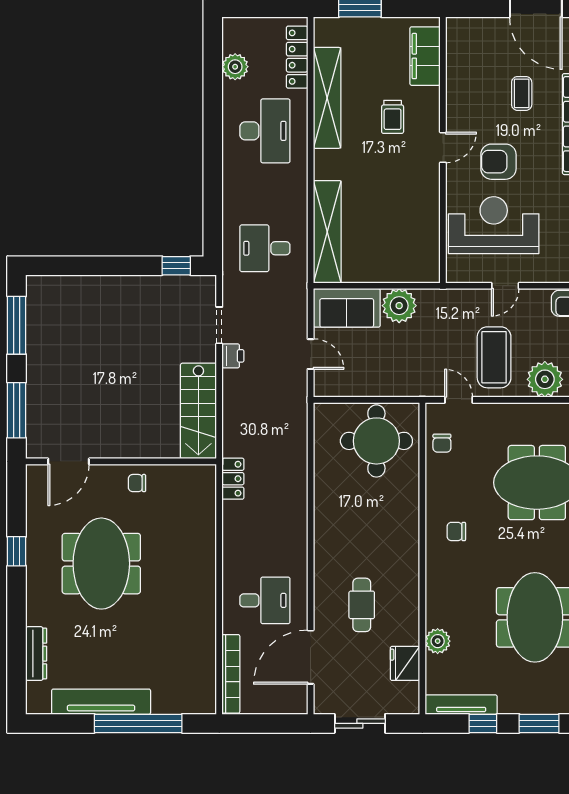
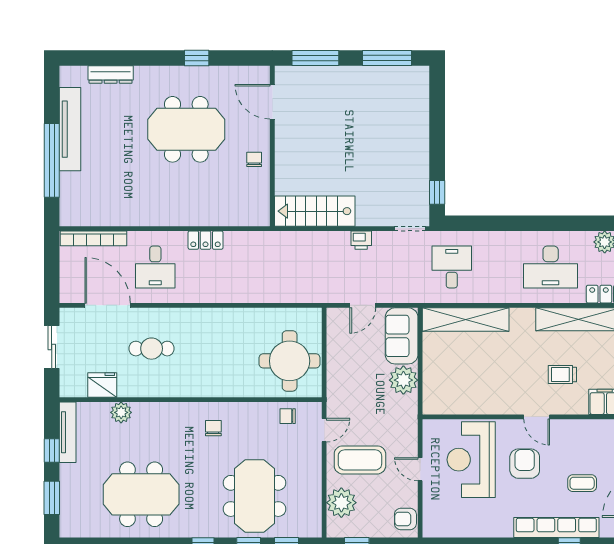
reception desk: (494, 225) -> (471, 460), turned 180
doorway: (219, 325) -> (410, 229), moved
locker: (233, 479) -> (206, 240), moved

